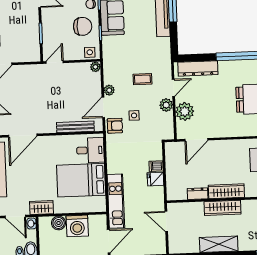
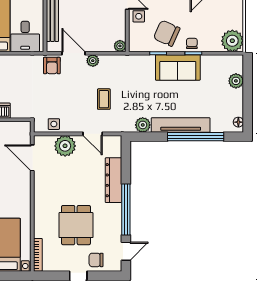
chair: (83, 26) -> (167, 33), turned 114
side table: (90, 52) -> (139, 16), moved
dresser: (198, 68) -> (113, 180), moved
plant: (166, 105) -> (143, 125), moved
side table: (134, 115) -> (54, 124), moved

